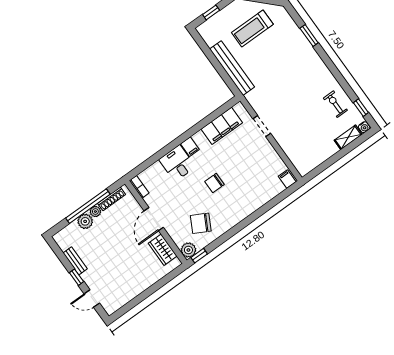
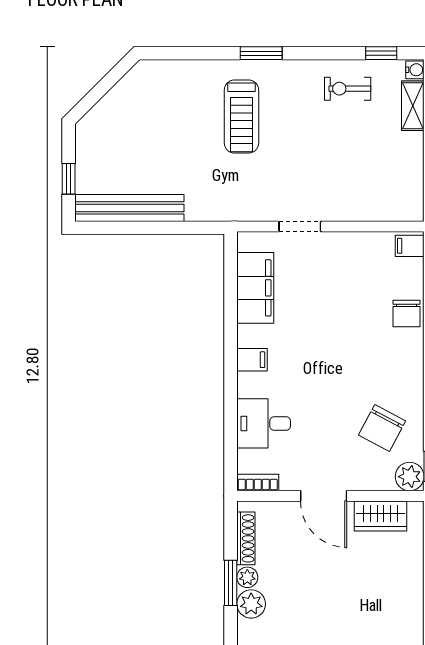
treadmill: (252, 28) -> (241, 117), moved
window: (309, 36) -> (261, 53), moved
bench: (232, 68) -> (129, 208), moved
desk: (177, 163) -> (264, 423), moved
chair: (215, 183) -> (406, 313), moved
window: (88, 206) -> (231, 583), width x0.47

